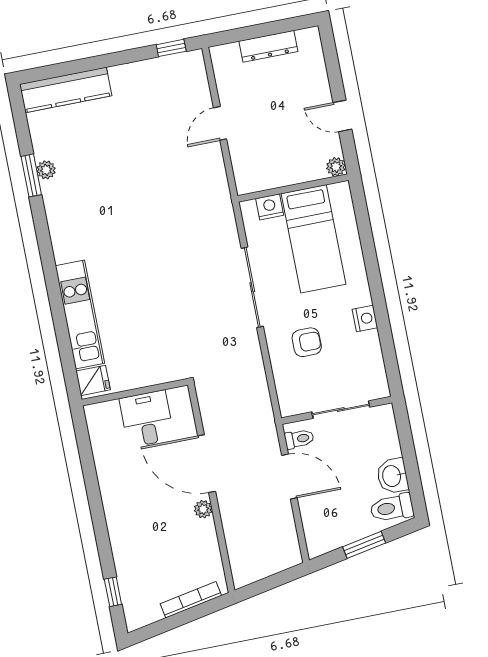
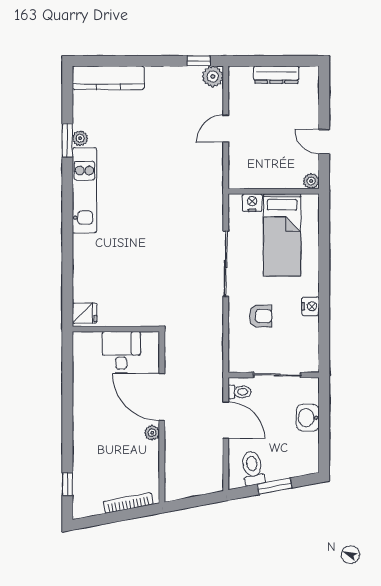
plant: (192, 63) -> (213, 76), added
kitchen unit: (80, 314) -> (84, 190), moved
washbasin: (392, 476) -> (308, 418), moved
toilet: (392, 508) -> (253, 468), moved, turned 79

